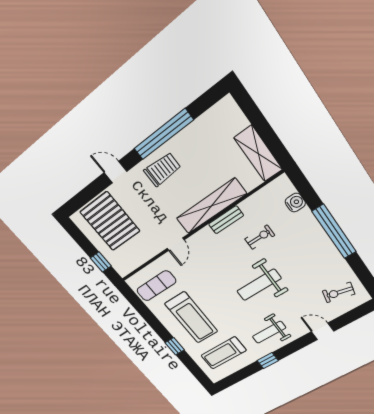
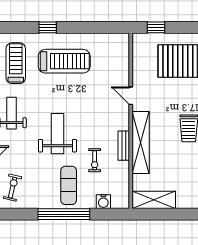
exercise mat: (156, 286) -> (69, 185), moved
treadmill: (191, 318) -> (64, 61), turned 180

